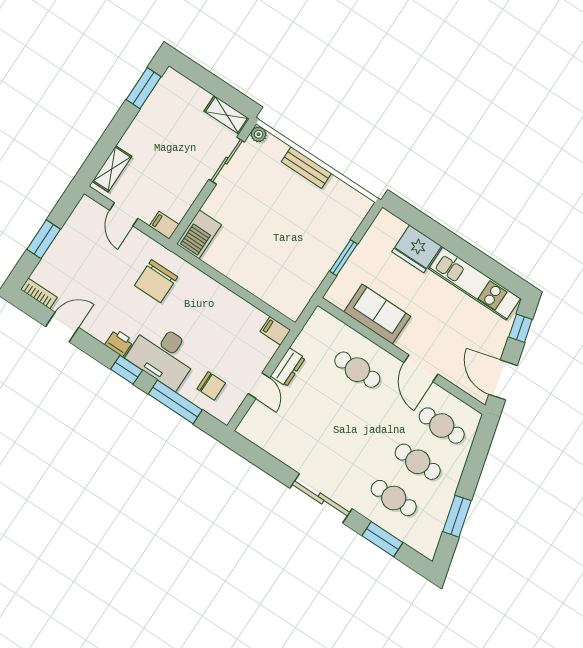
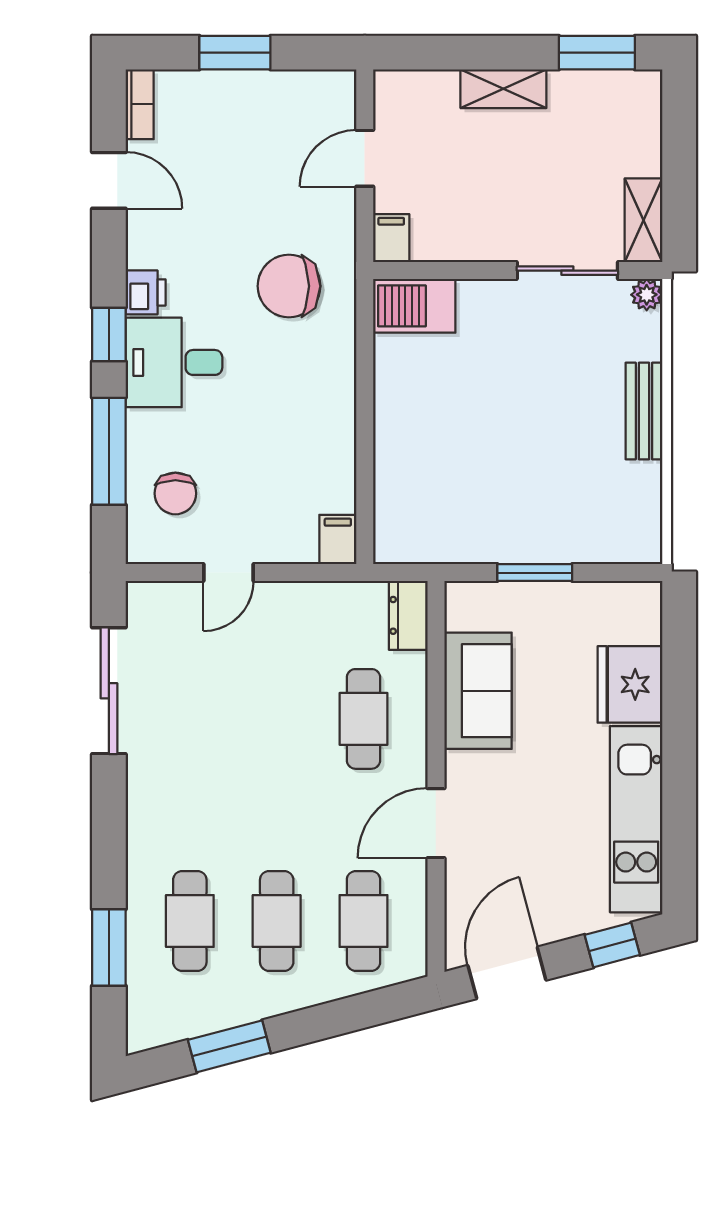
shelving: (112, 169) -> (503, 89), moved
desk: (163, 355) -> (174, 362), width x0.73
dresser: (288, 367) -> (408, 615), moved, turned 90
sliding door: (321, 498) -> (109, 691), moved

